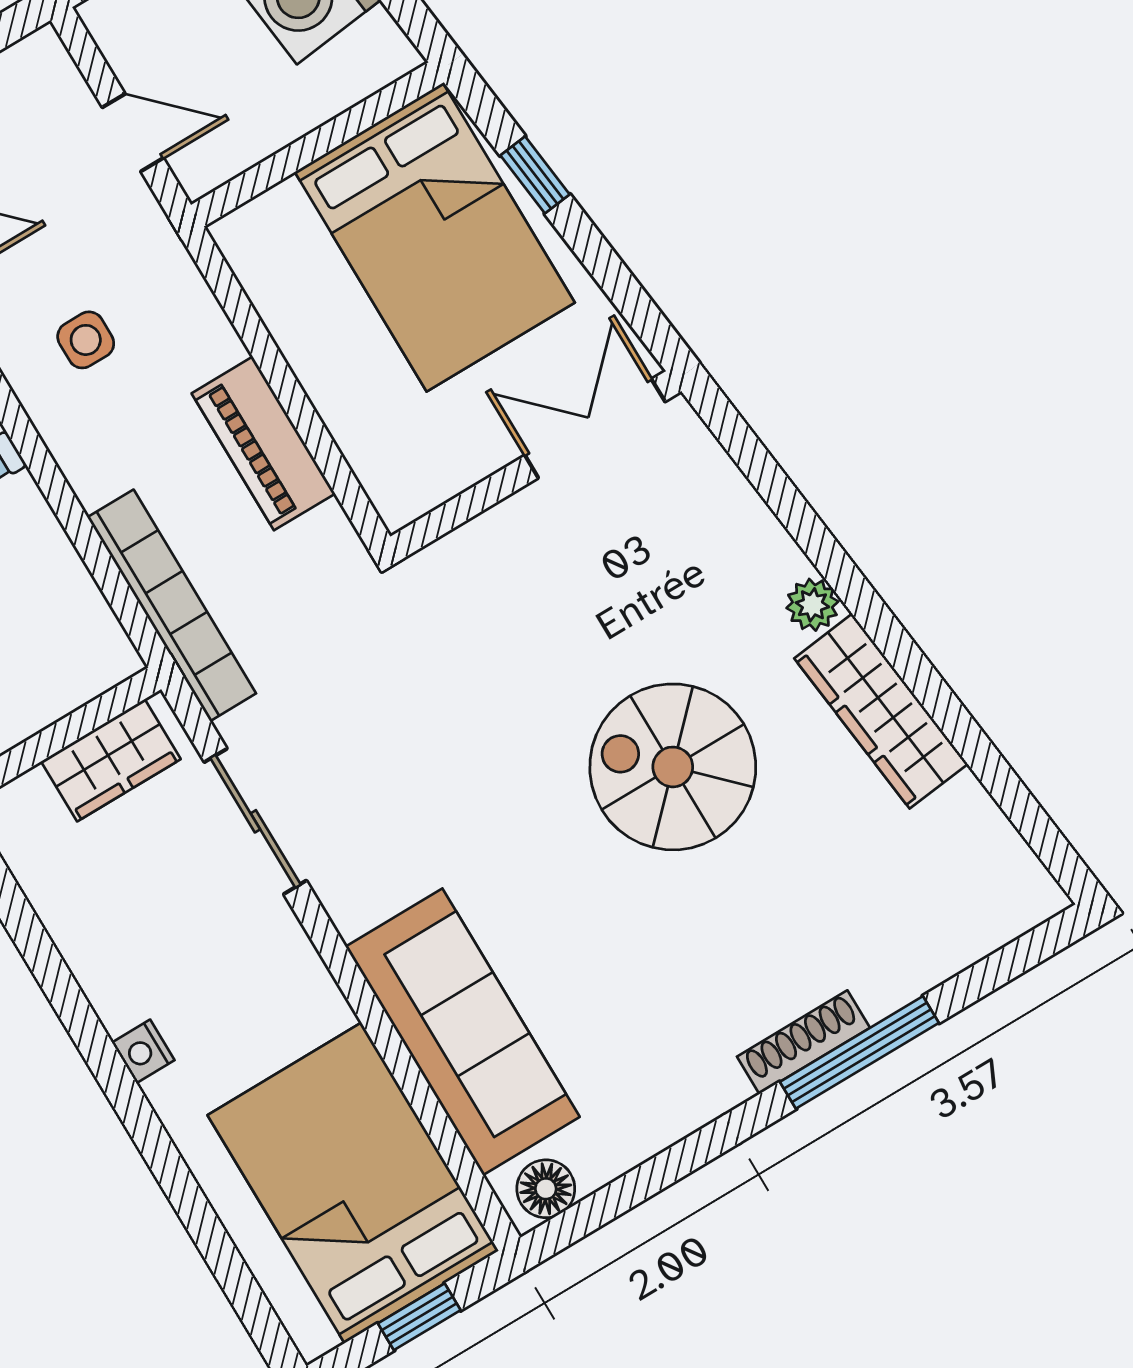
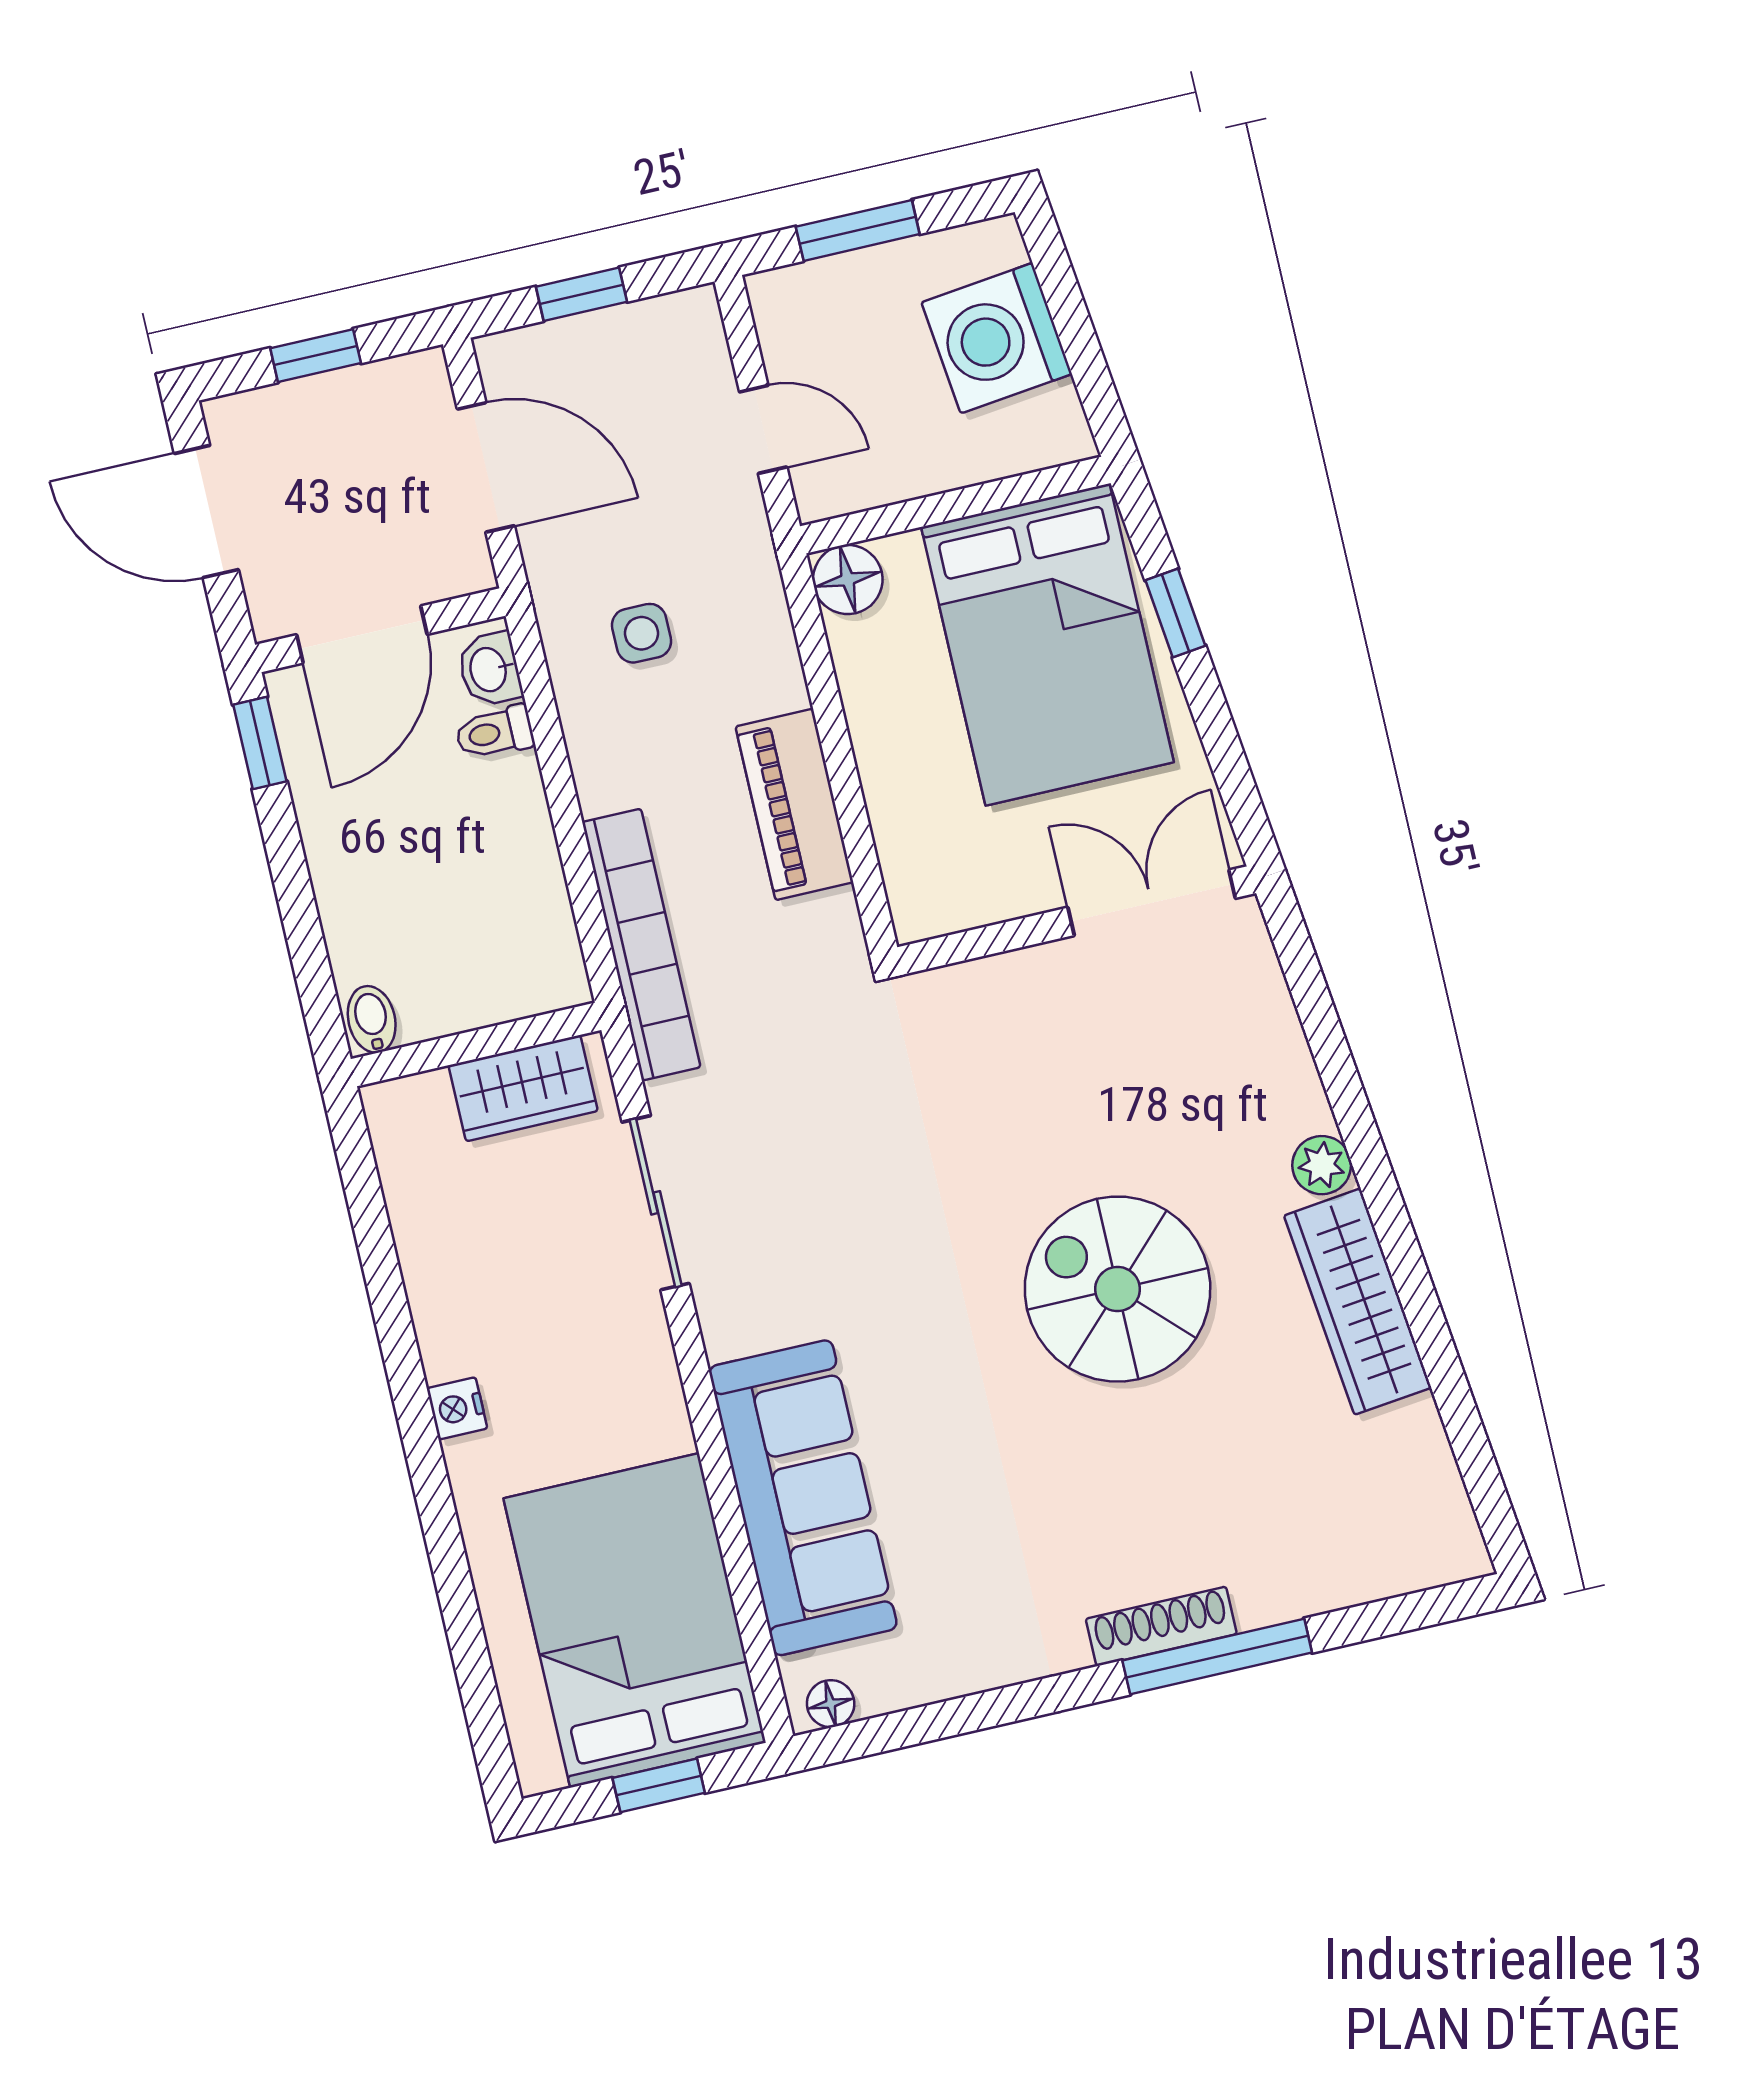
floor lamp: (247, 237) -> (848, 579), added
floor lamp: (546, 1189) -> (831, 1704), width x0.73, depth x0.73

